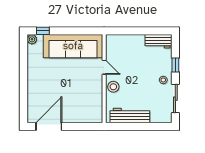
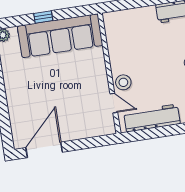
window: (43, 31) -> (43, 17), moved
door: (104, 67) -> (114, 103), moved

